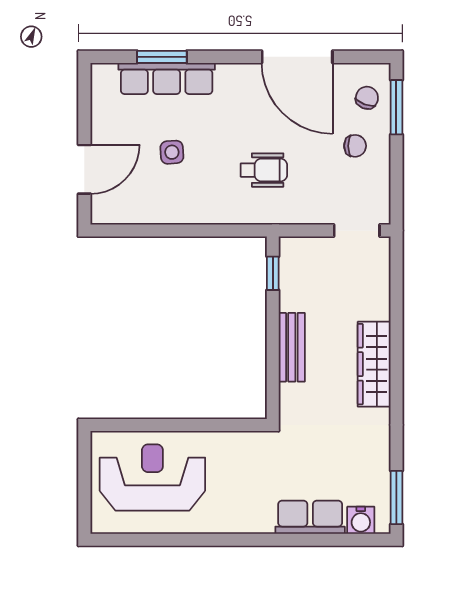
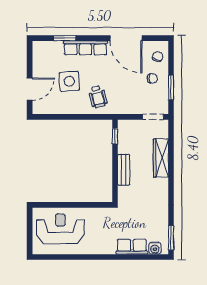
row of seats: (167, 78) -> (85, 48), moved
window: (396, 107) -> (171, 88), moved
side table: (172, 152) -> (69, 81), width x1.87, depth x1.87
wheelchair: (264, 170) -> (98, 97), moved, turned 76
wardrobe: (374, 364) -> (161, 158), moved

